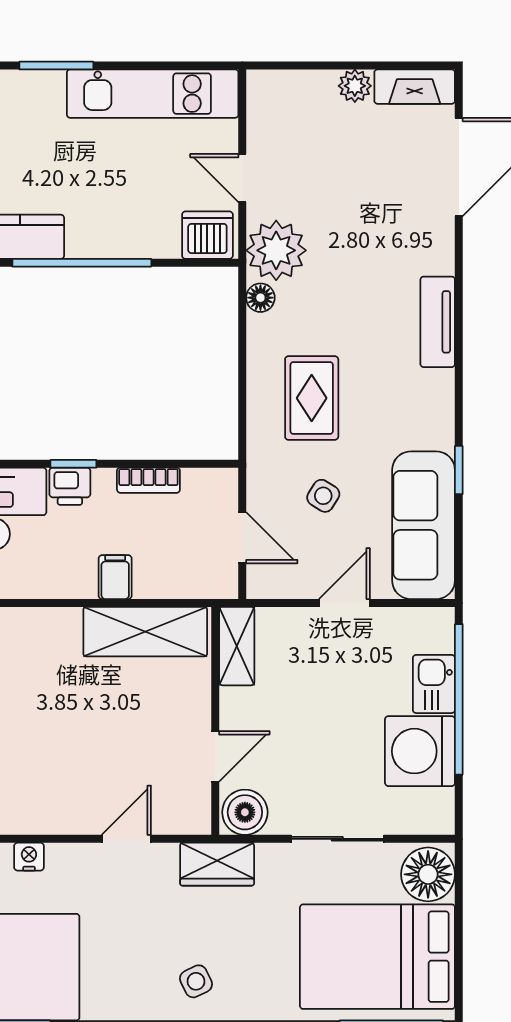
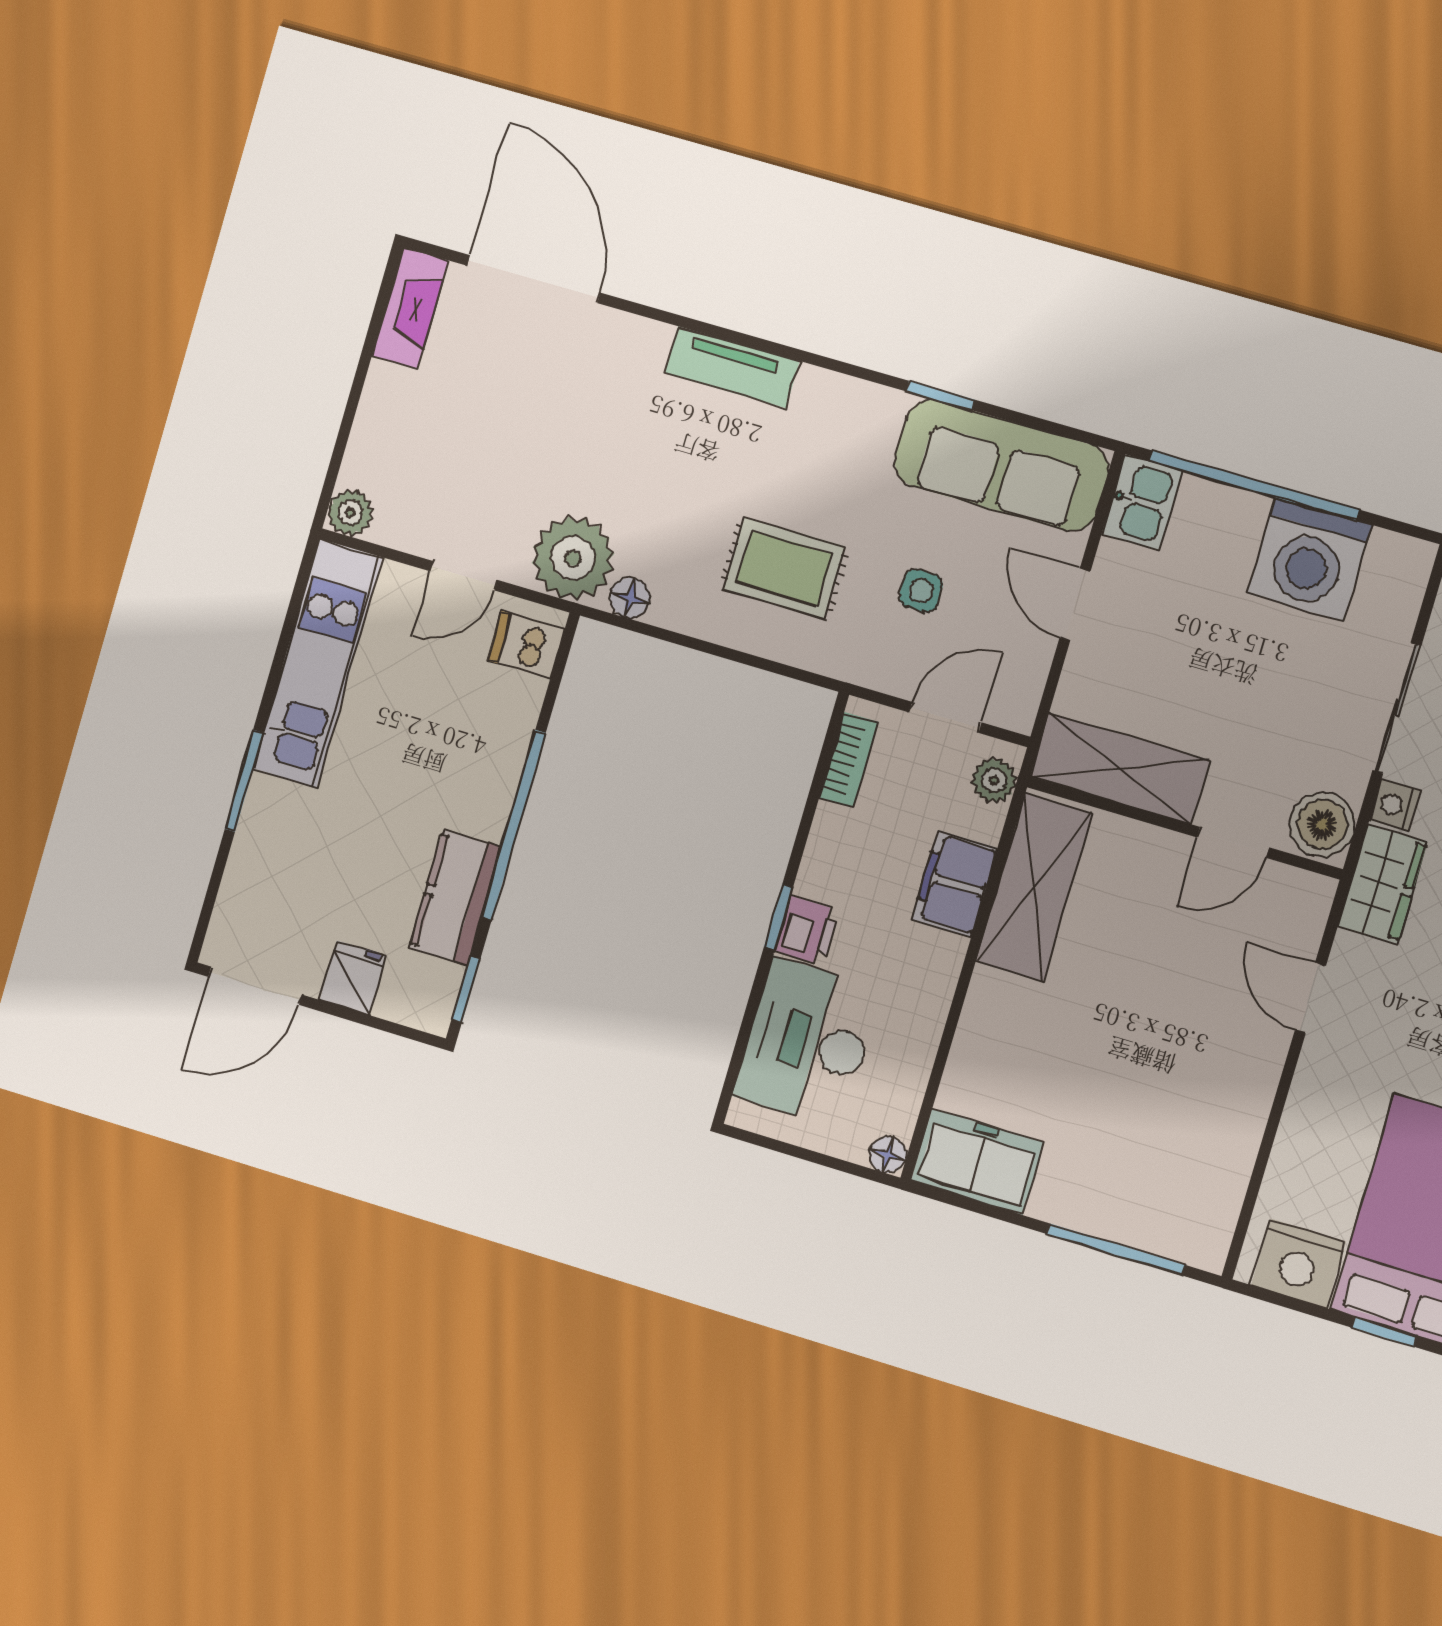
plant: (355, 86) -> (350, 513), moved
dishwasher: (207, 235) -> (526, 645), width x0.73
bookcase: (148, 480) -> (849, 760), moved
side table: (323, 496) -> (921, 591), turned -32
filing cabinet: (115, 577) -> (955, 884), width x2.00
plant: (209, 583) -> (994, 780), added
shelving: (237, 646) -> (1120, 768), width x1.50, depth x1.33
kitchen sink: (434, 684) -> (1142, 502), moved, turned -90
door: (215, 756) -> (1233, 842), swing flipped
nightstand: (29, 857) -> (1395, 805), moved

